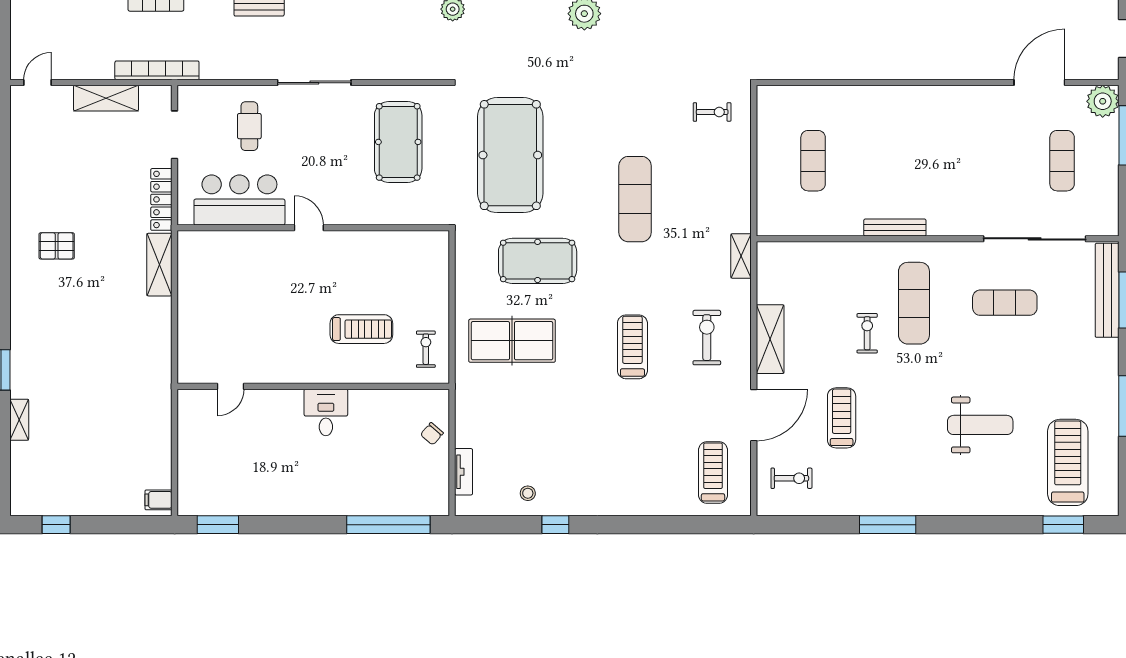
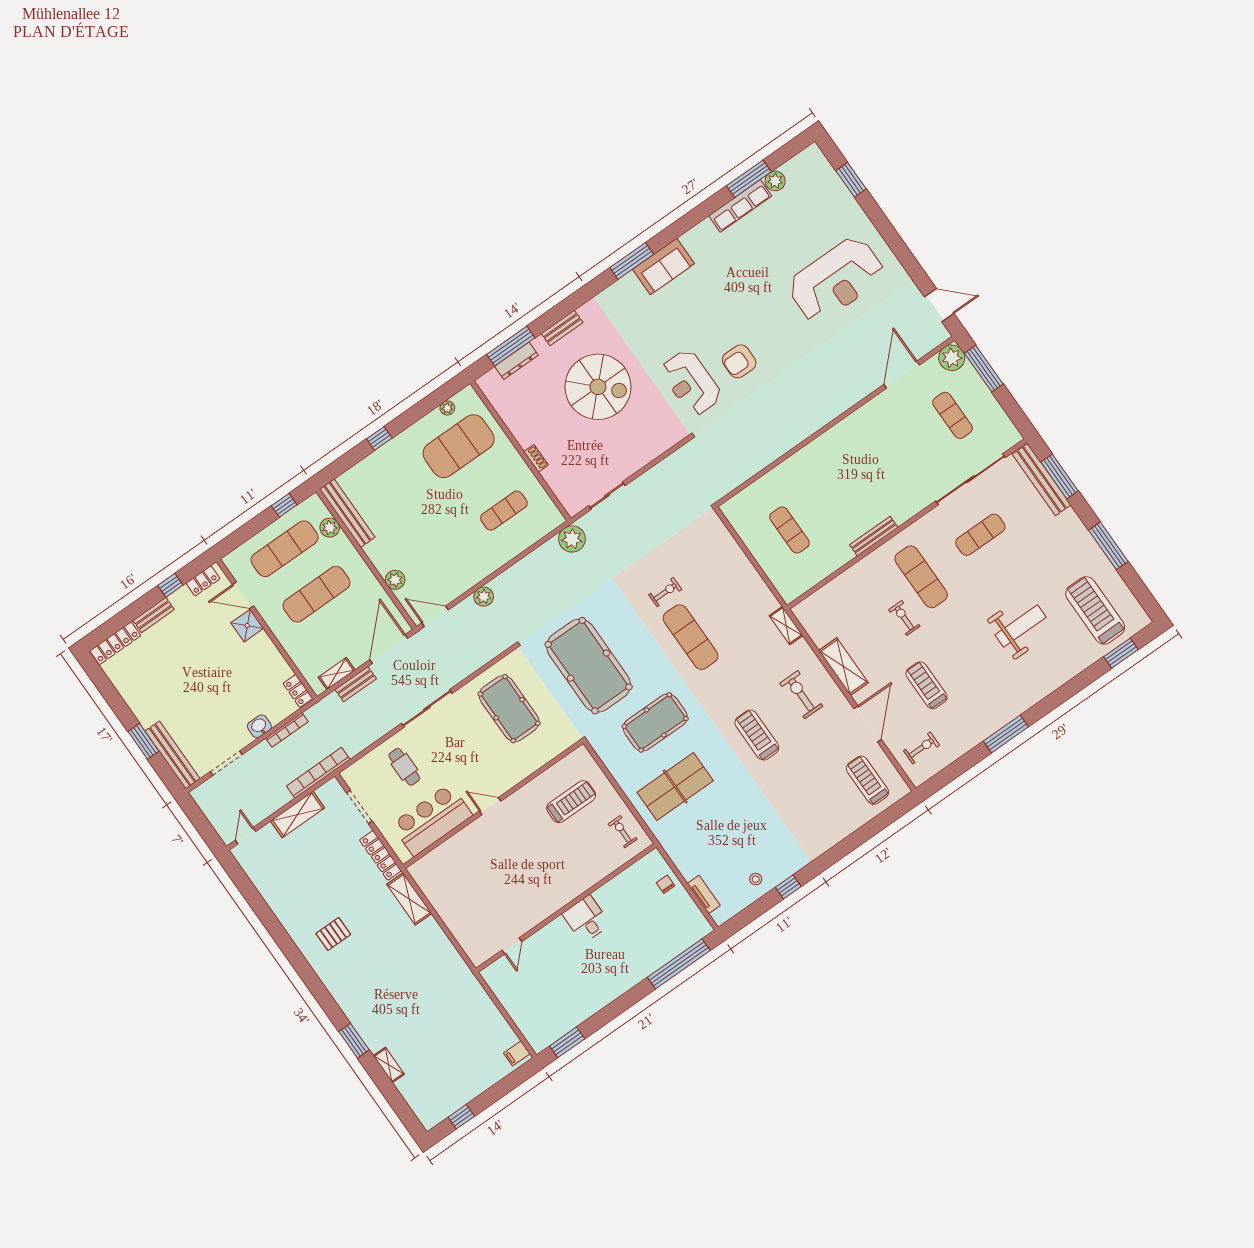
exercise bike: (712, 112) -> (665, 592), moved
treadmill: (361, 329) -> (571, 802), moved
chair: (432, 434) -> (666, 884), turned 139

